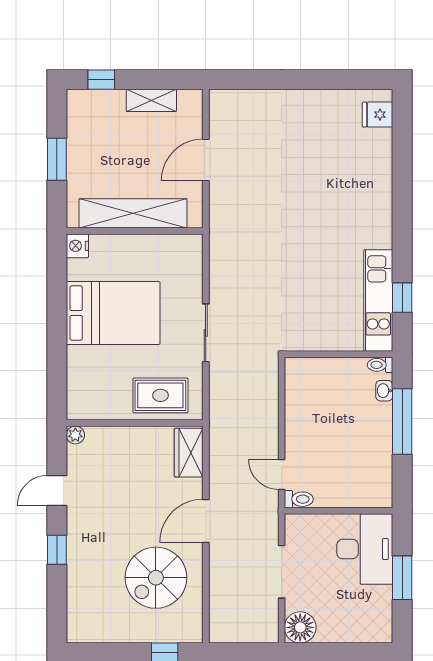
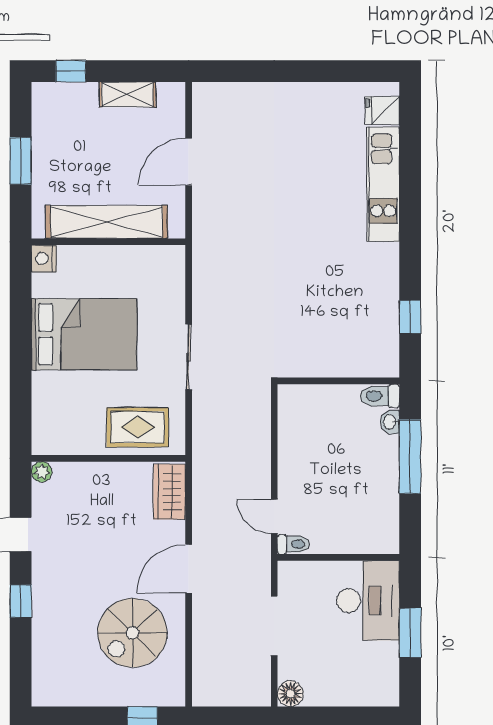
kitchen unit: (378, 300) -> (383, 184), moved
toilet: (380, 365) -> (380, 396), width x1.37, depth x1.39
floor lamp: (300, 627) -> (290, 694), width x0.73, depth x0.73

